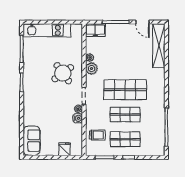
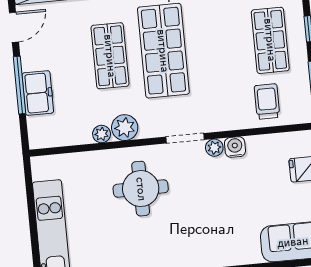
freezer: (95, 30) -> (38, 93), moved
round table: (63, 73) -> (141, 189), turned 36
shop shelf: (125, 114) -> (110, 56), moved

